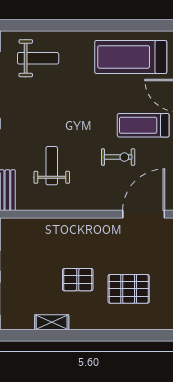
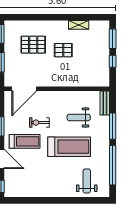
treadmill: (131, 57) -> (69, 147), moved
weight bench: (38, 58) -> (87, 181), turned 90
weight bench: (52, 166) -> (79, 117), turned 90

